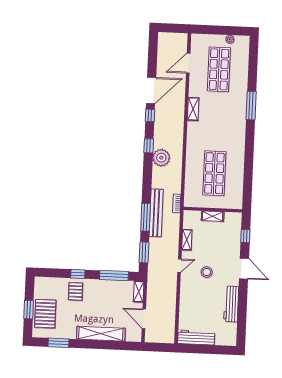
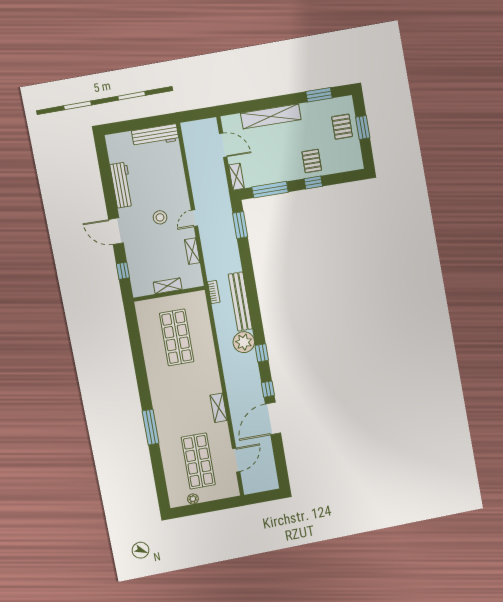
bench: (156, 213) -> (240, 301), moved
window: (146, 217) -> (247, 267), removed
pallet: (45, 314) -> (342, 127), width x0.67, depth x0.71

